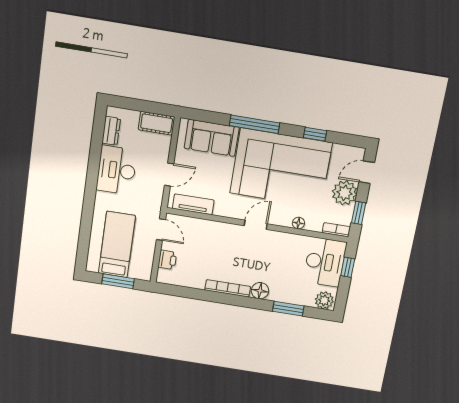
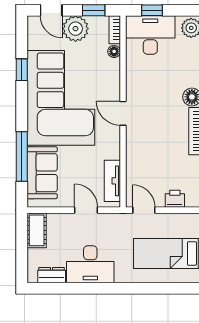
window: (255, 124) -> (22, 157), moved
floor lamp: (298, 223) -> (114, 51), moved
door: (161, 229) -> (144, 210), hinge flipped

